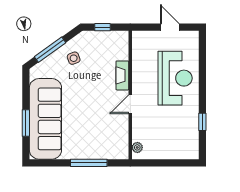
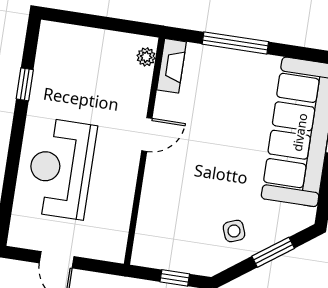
window: (50, 50) -> (273, 252), width x0.69
fireplace: (122, 75) -> (172, 66), moved

